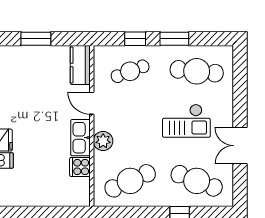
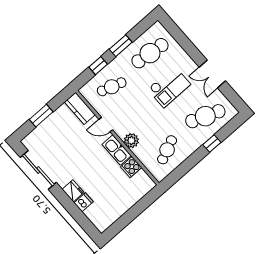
cafe table: (130, 71) -> (112, 87), turned 39
cafe table: (130, 181) -> (167, 150), width x0.73, depth x0.74

